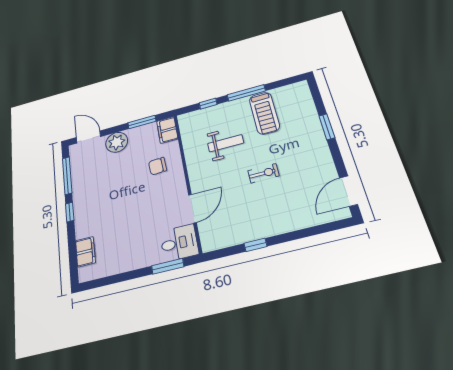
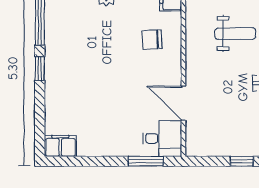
door: (192, 209) -> (183, 103), swing flipped
filing cabinet: (85, 252) -> (60, 146), moved, turned -90

